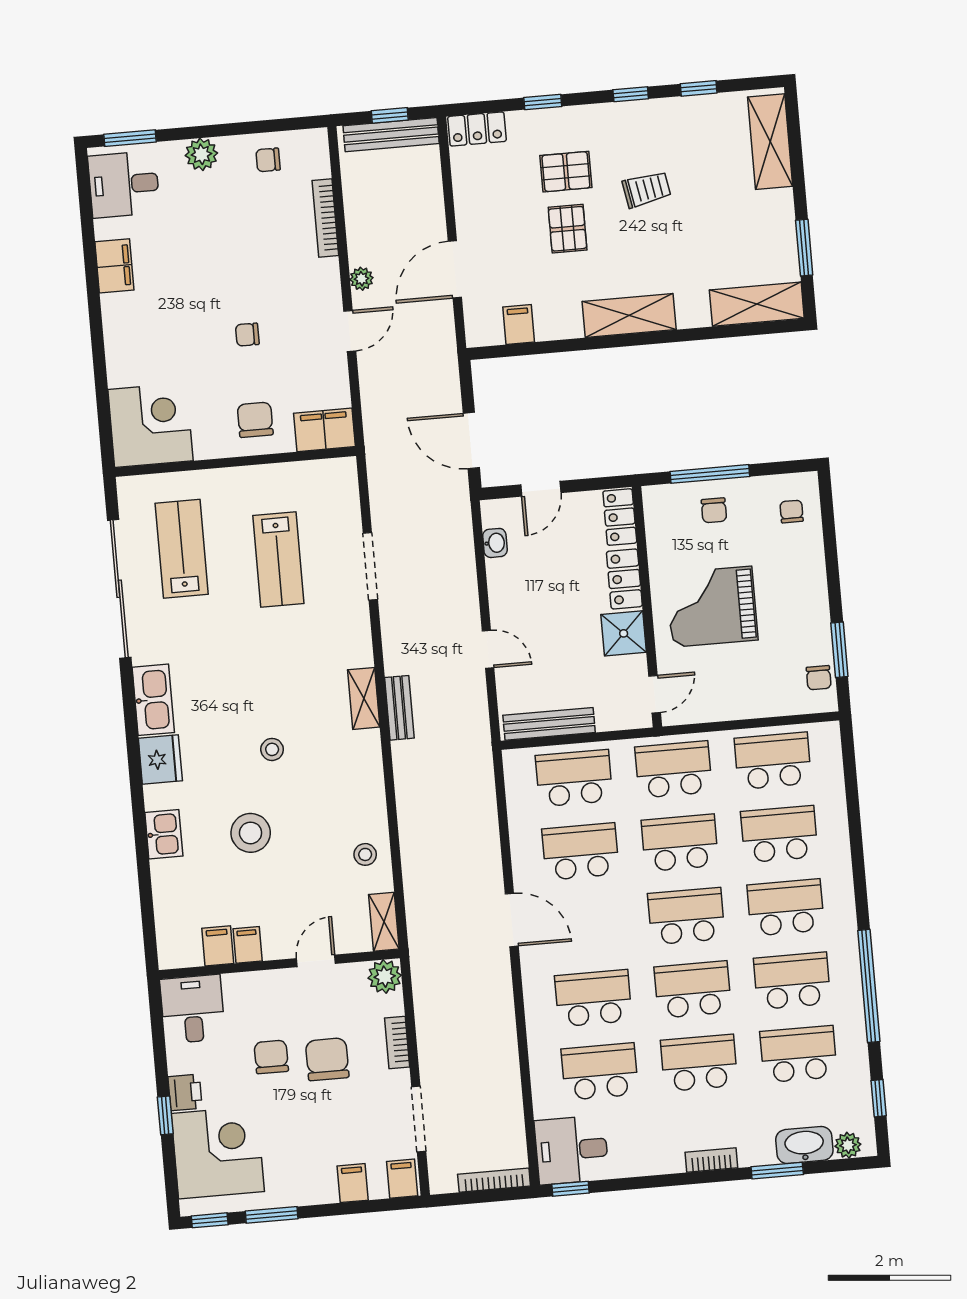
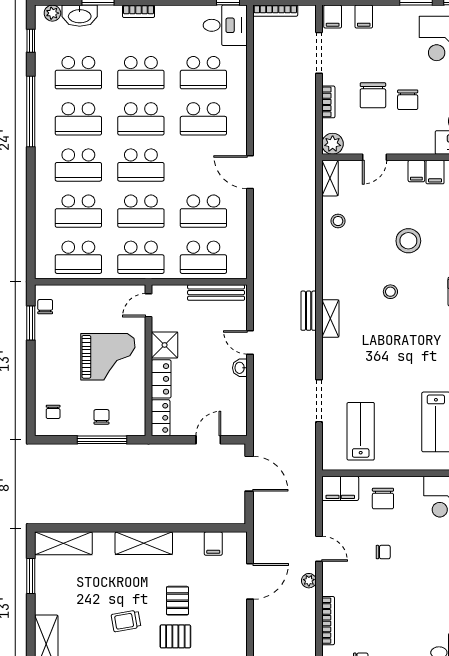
door: (350, 331) -> (319, 549), swing flipped
washbasin: (495, 543) -> (240, 368), moved
lab bench: (278, 560) -> (361, 431), moved

